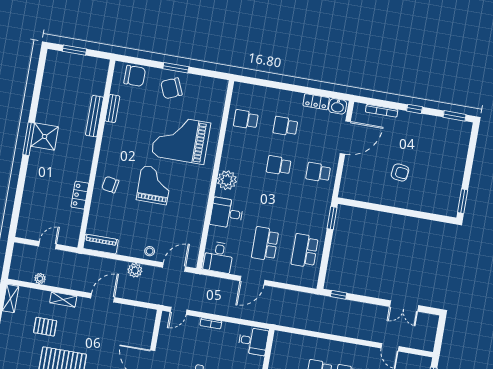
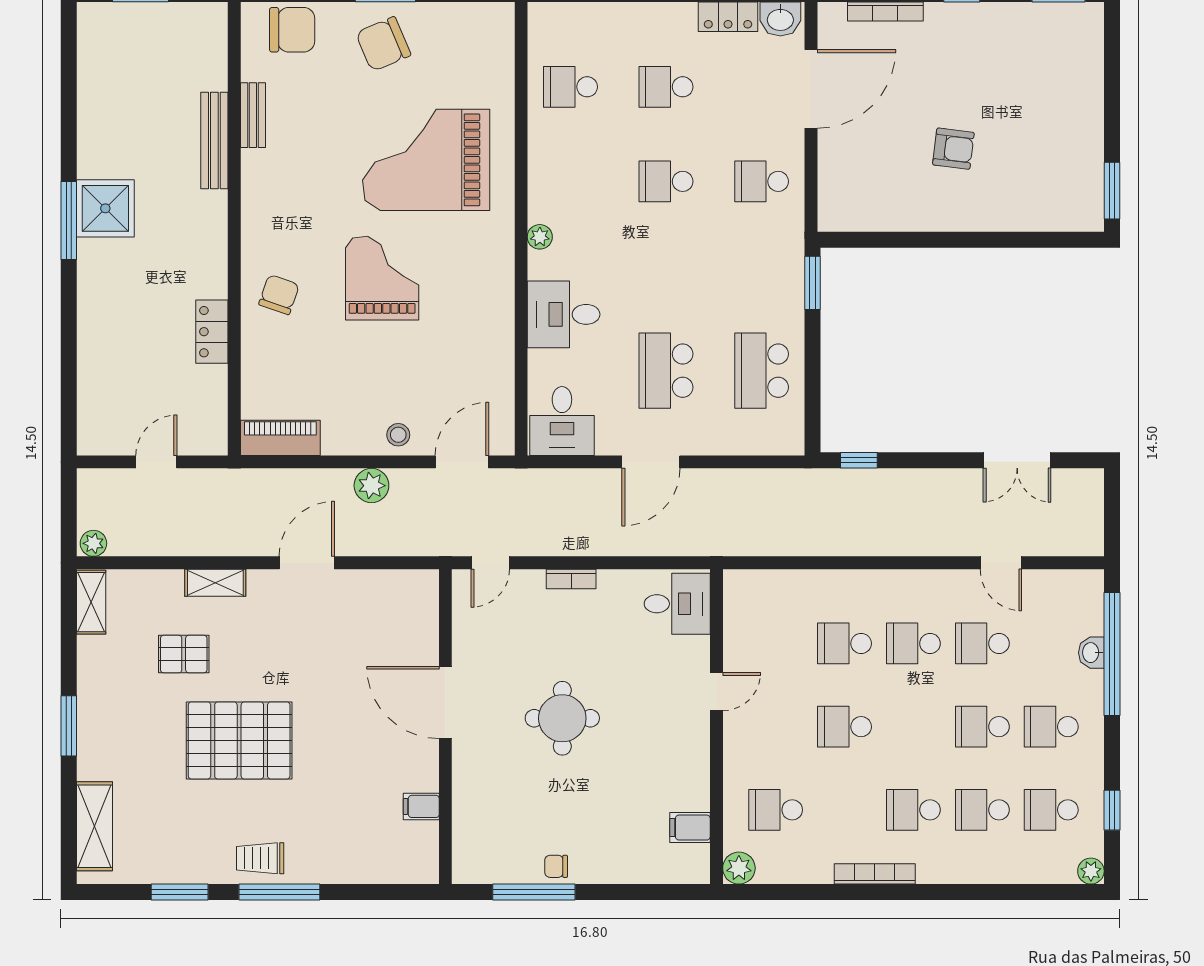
plant: (227, 180) -> (540, 237), width x0.53, depth x0.53
chair: (110, 185) -> (279, 295), turned 99
plant: (40, 279) -> (93, 543), moved

